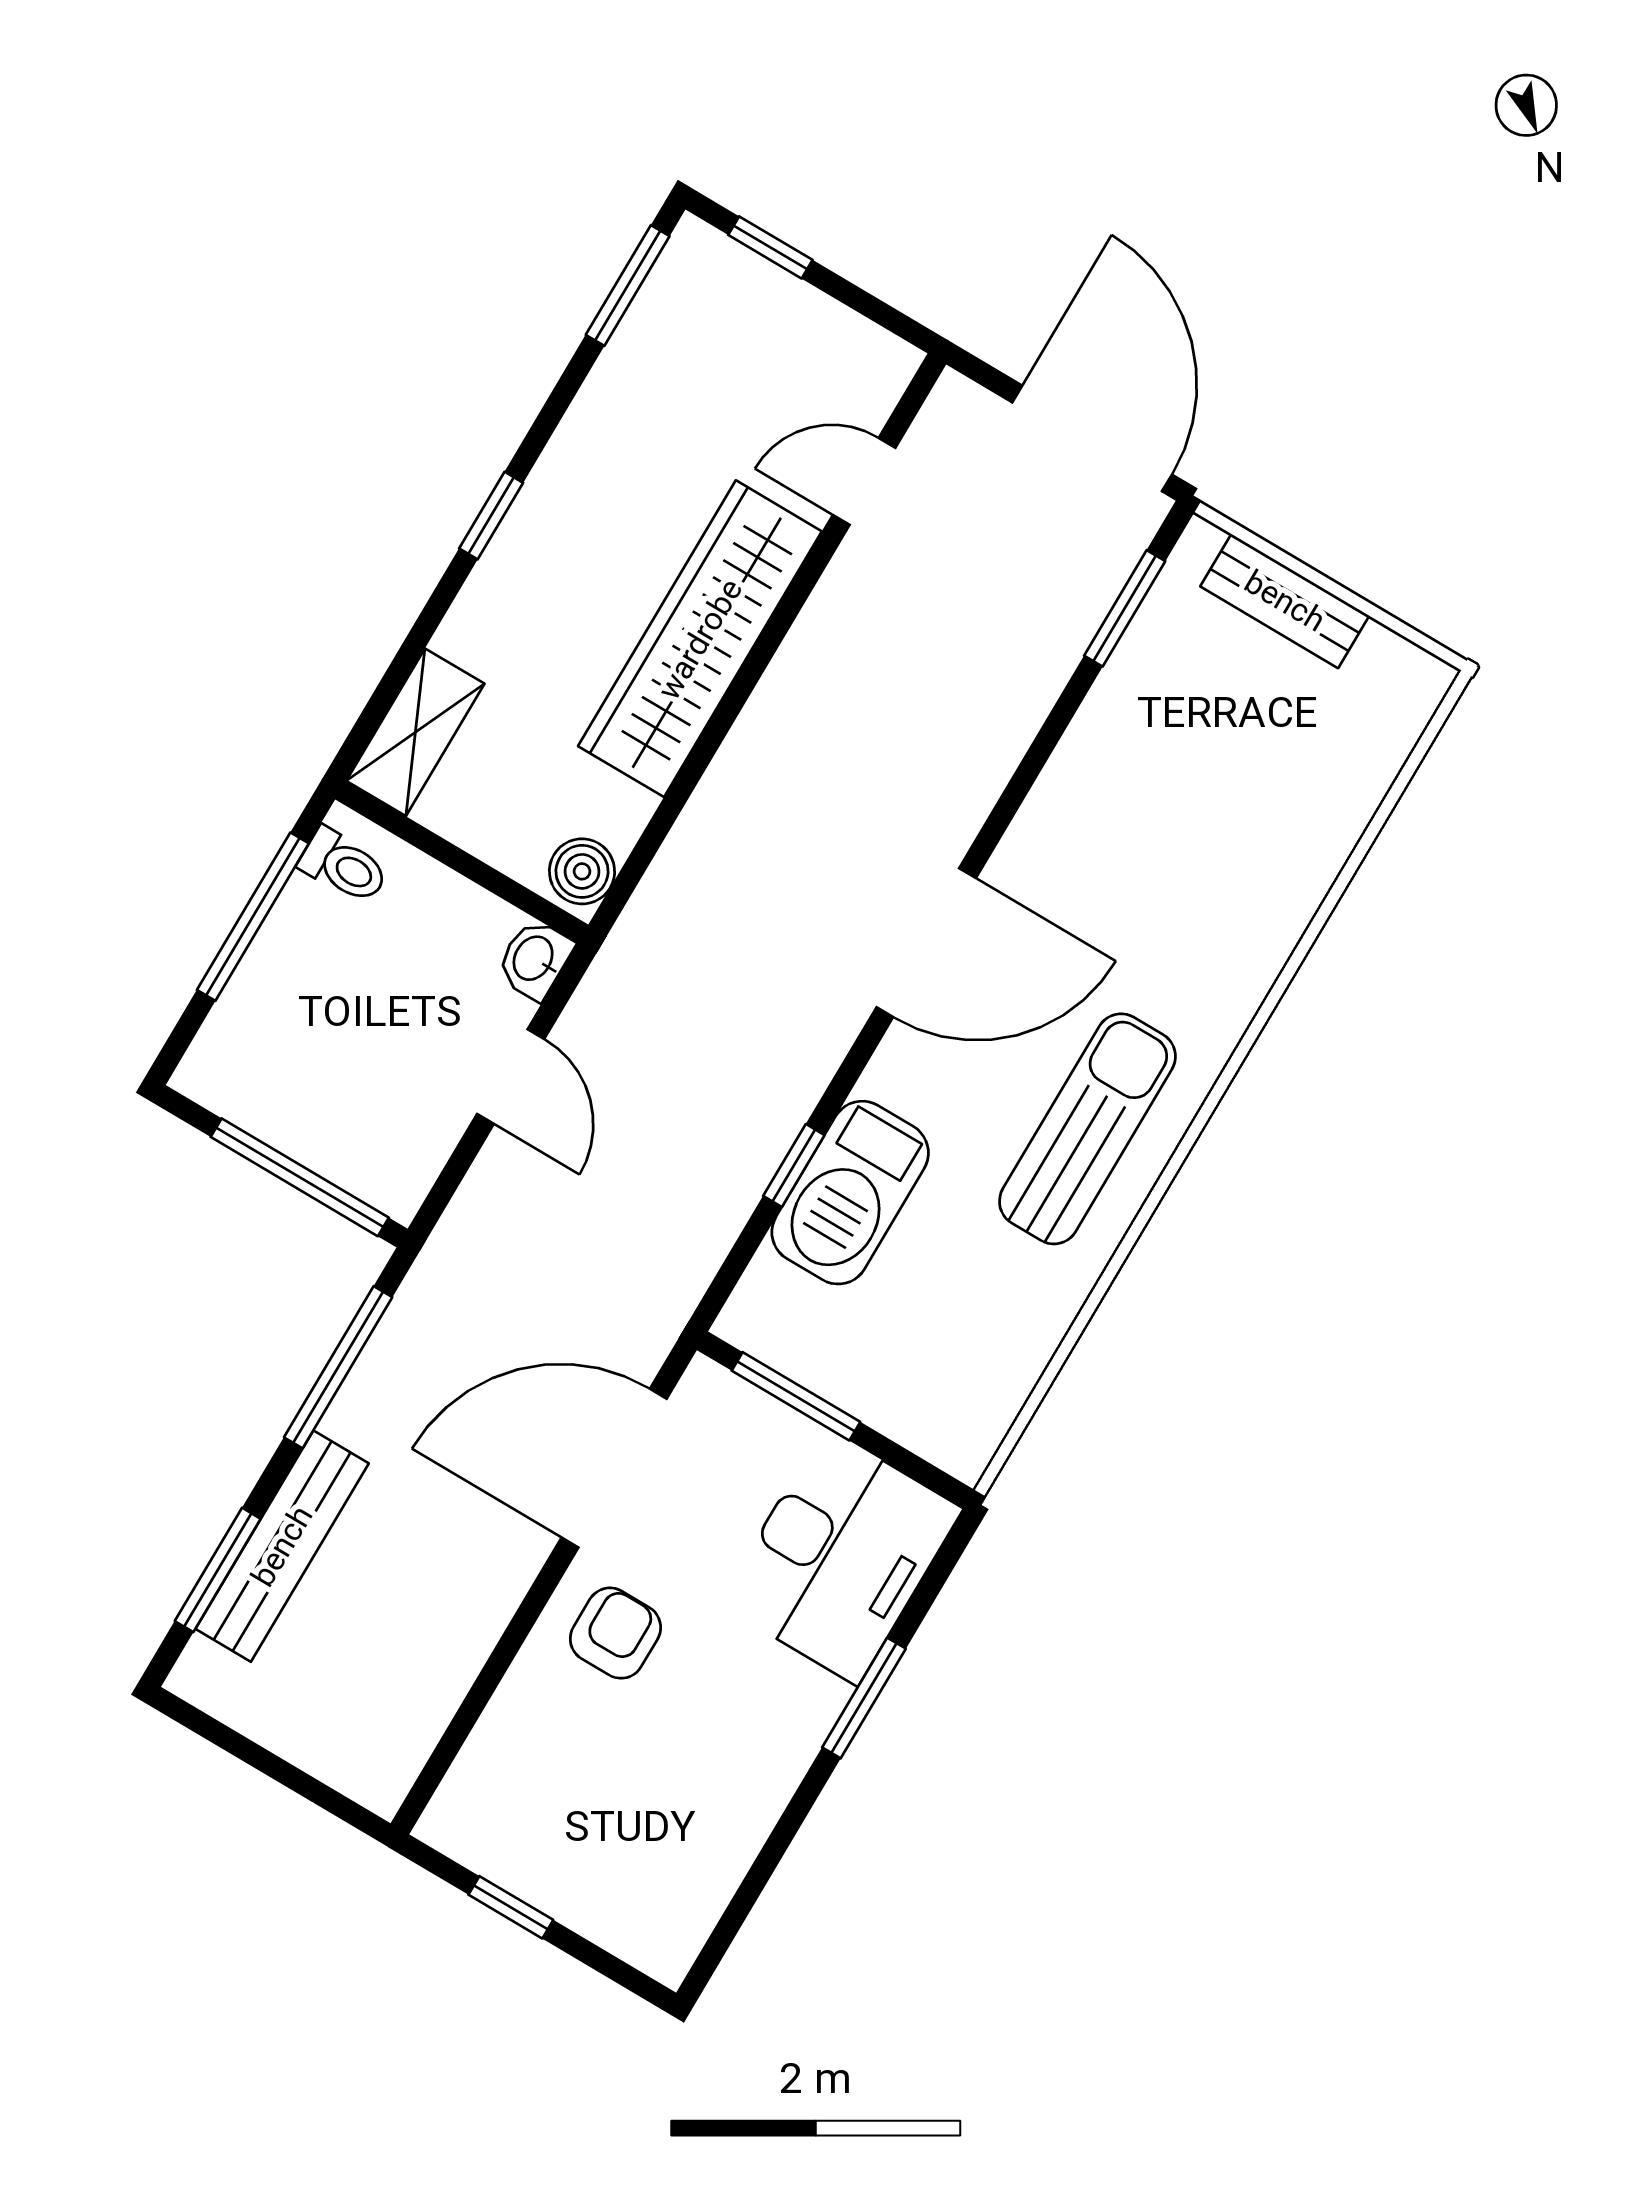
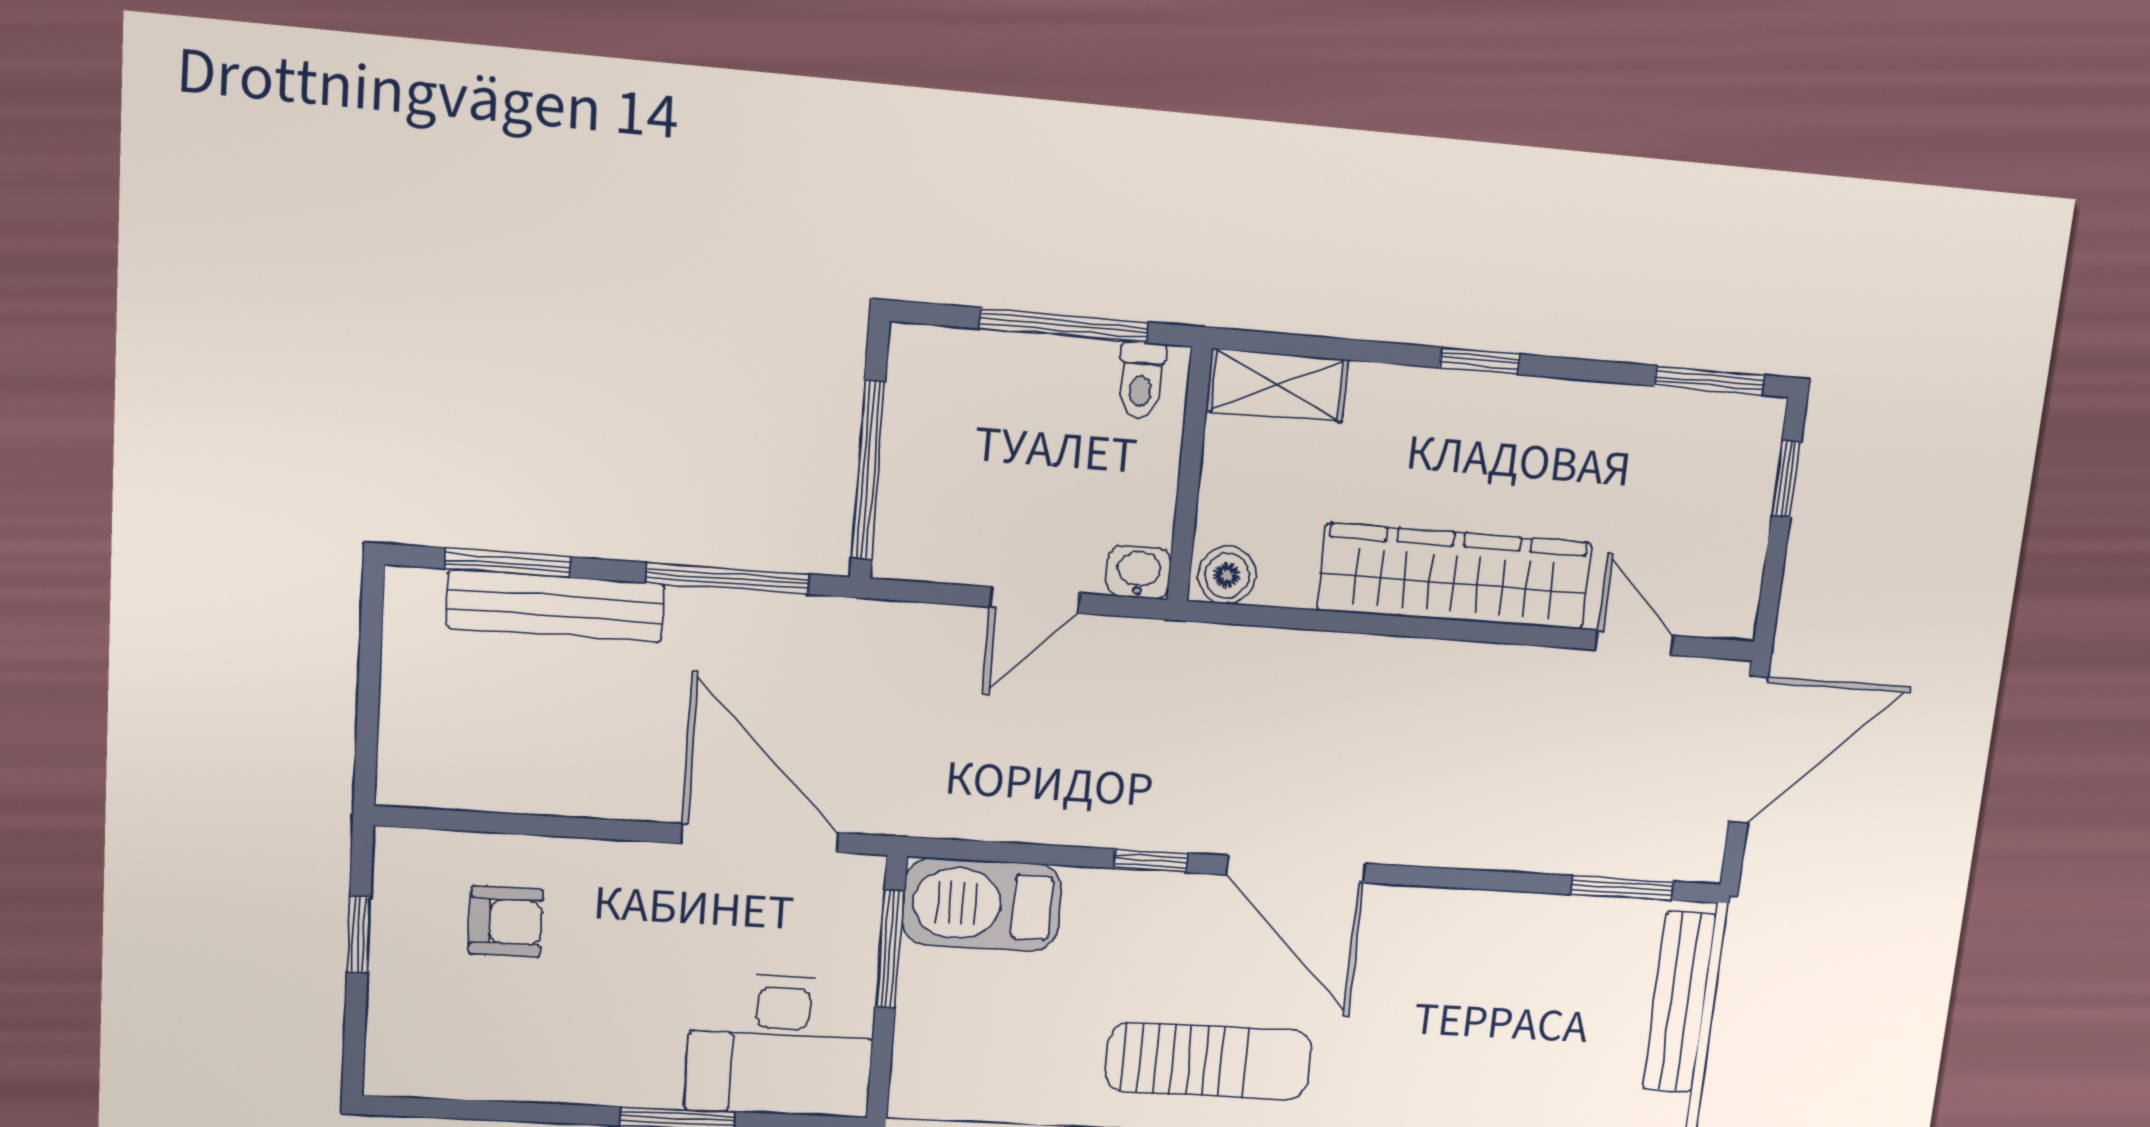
door: (1092, 438) -> (1748, 750), moved
bench: (1285, 601) -> (1679, 1002), width x1.36
window: (794, 1166) -> (1151, 861), moved
barbecue: (850, 1193) -> (982, 905), moved
armchair: (615, 1633) -> (506, 922), moved

